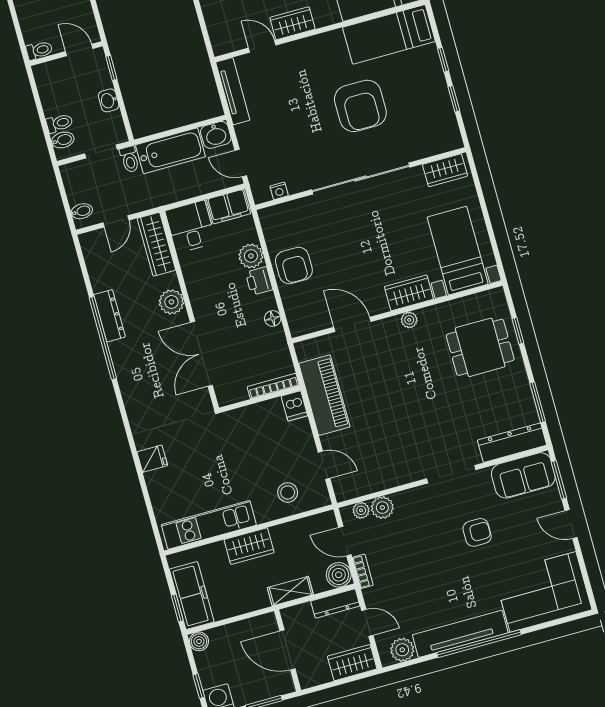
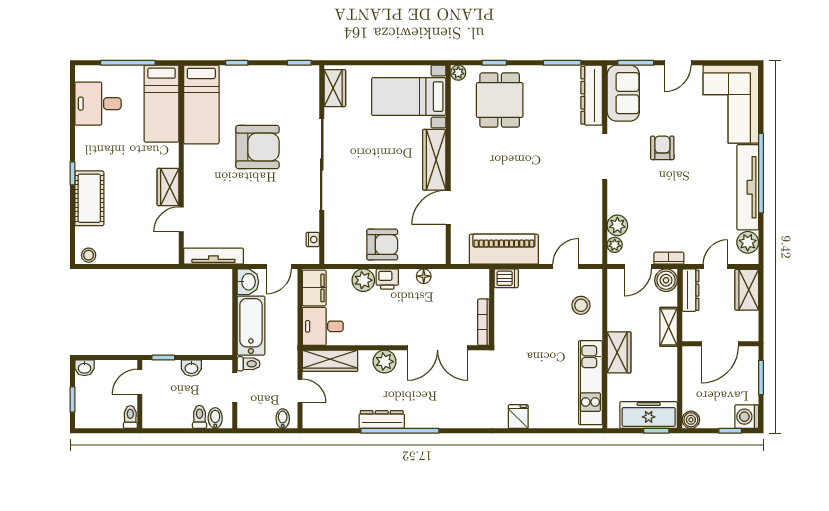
window: (454, 99) -> (299, 63), moved
wardrobe: (409, 293) -> (434, 160), width x1.50
plant: (409, 320) -> (458, 73), moved
bookcase: (273, 386) -> (484, 322), moved

